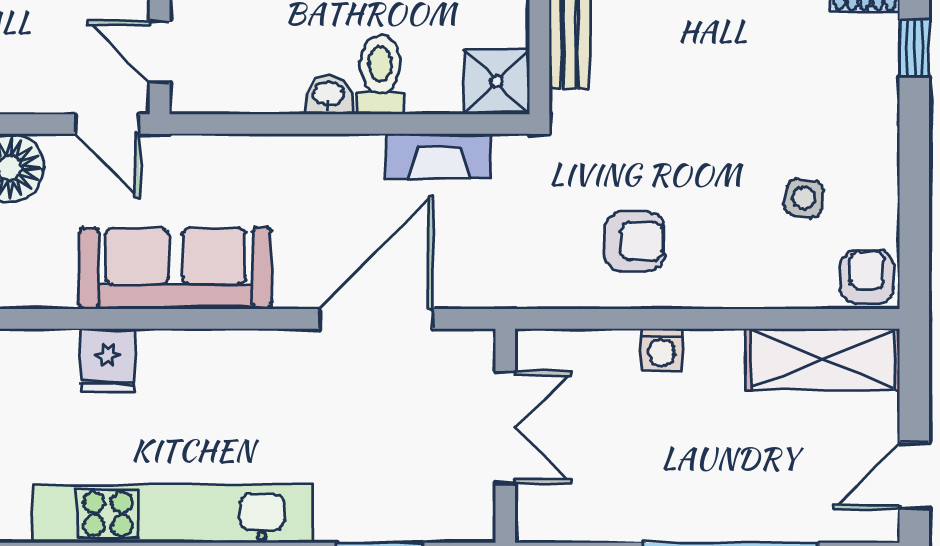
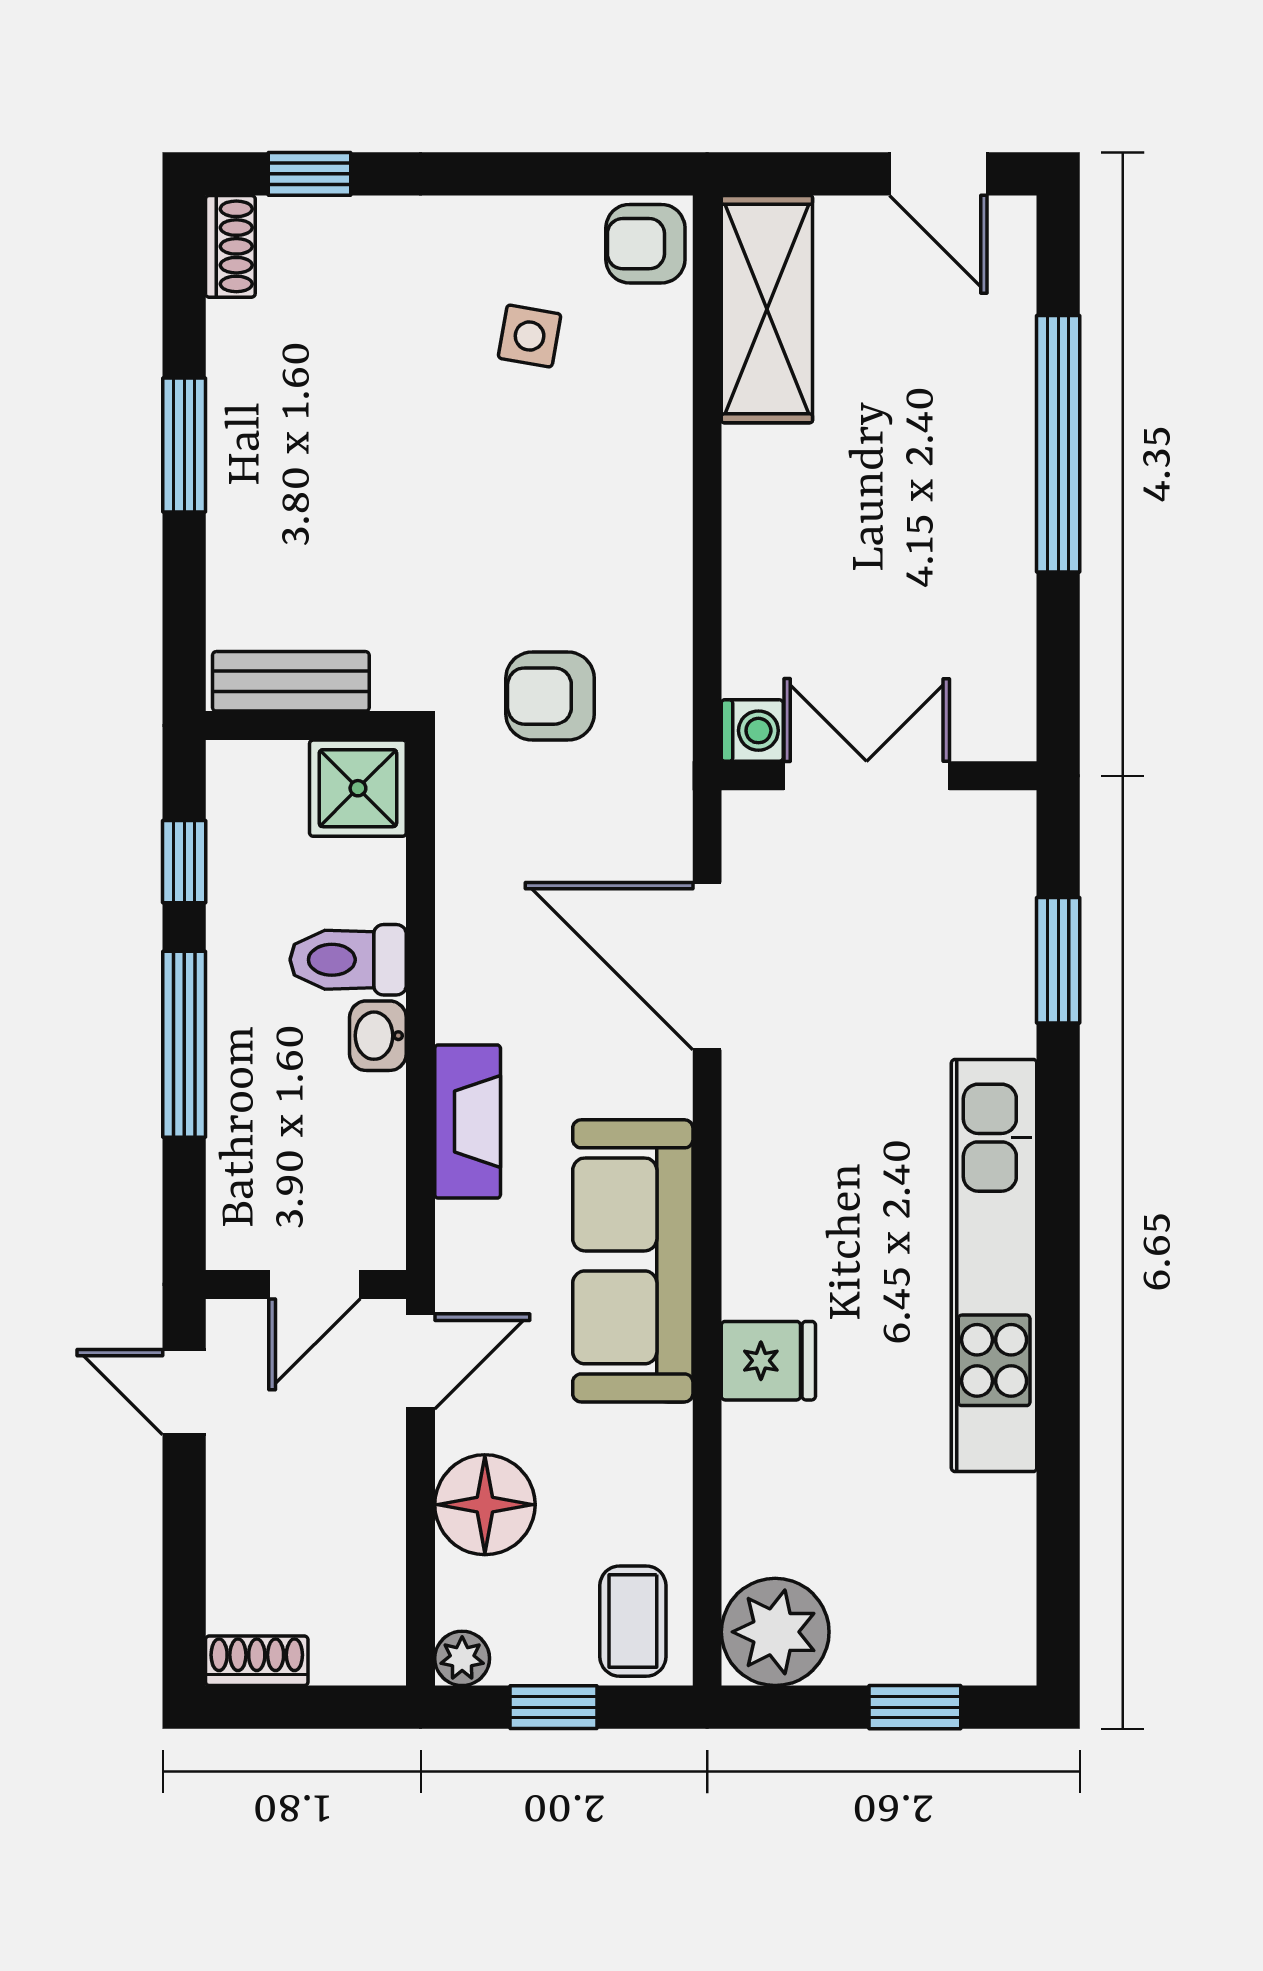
fireplace: (439, 156) -> (468, 1122), moved
armchair: (635, 241) -> (550, 696), moved, turned -90
washing machine: (662, 349) -> (752, 731), moved

